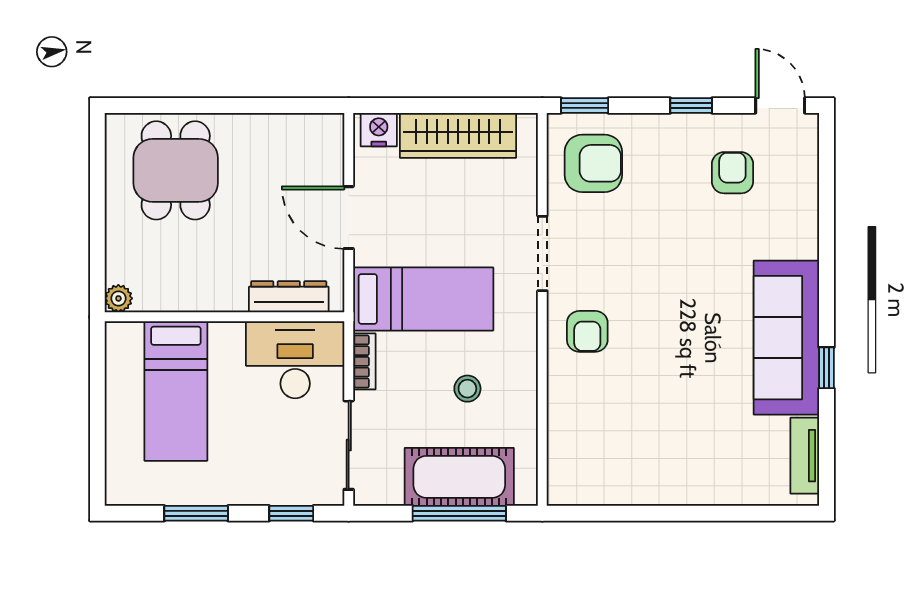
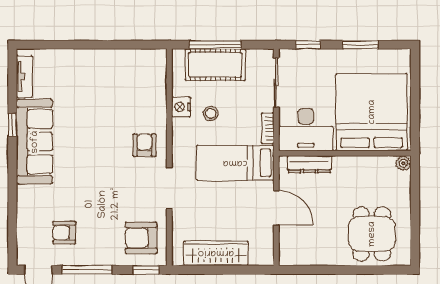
window: (691, 105) -> (87, 270), width x2.17
nightstand: (379, 130) -> (181, 107), moved, turned 90
armchair: (732, 173) -> (64, 233), turned 90
bed: (176, 391) -> (372, 112), width x2.04

